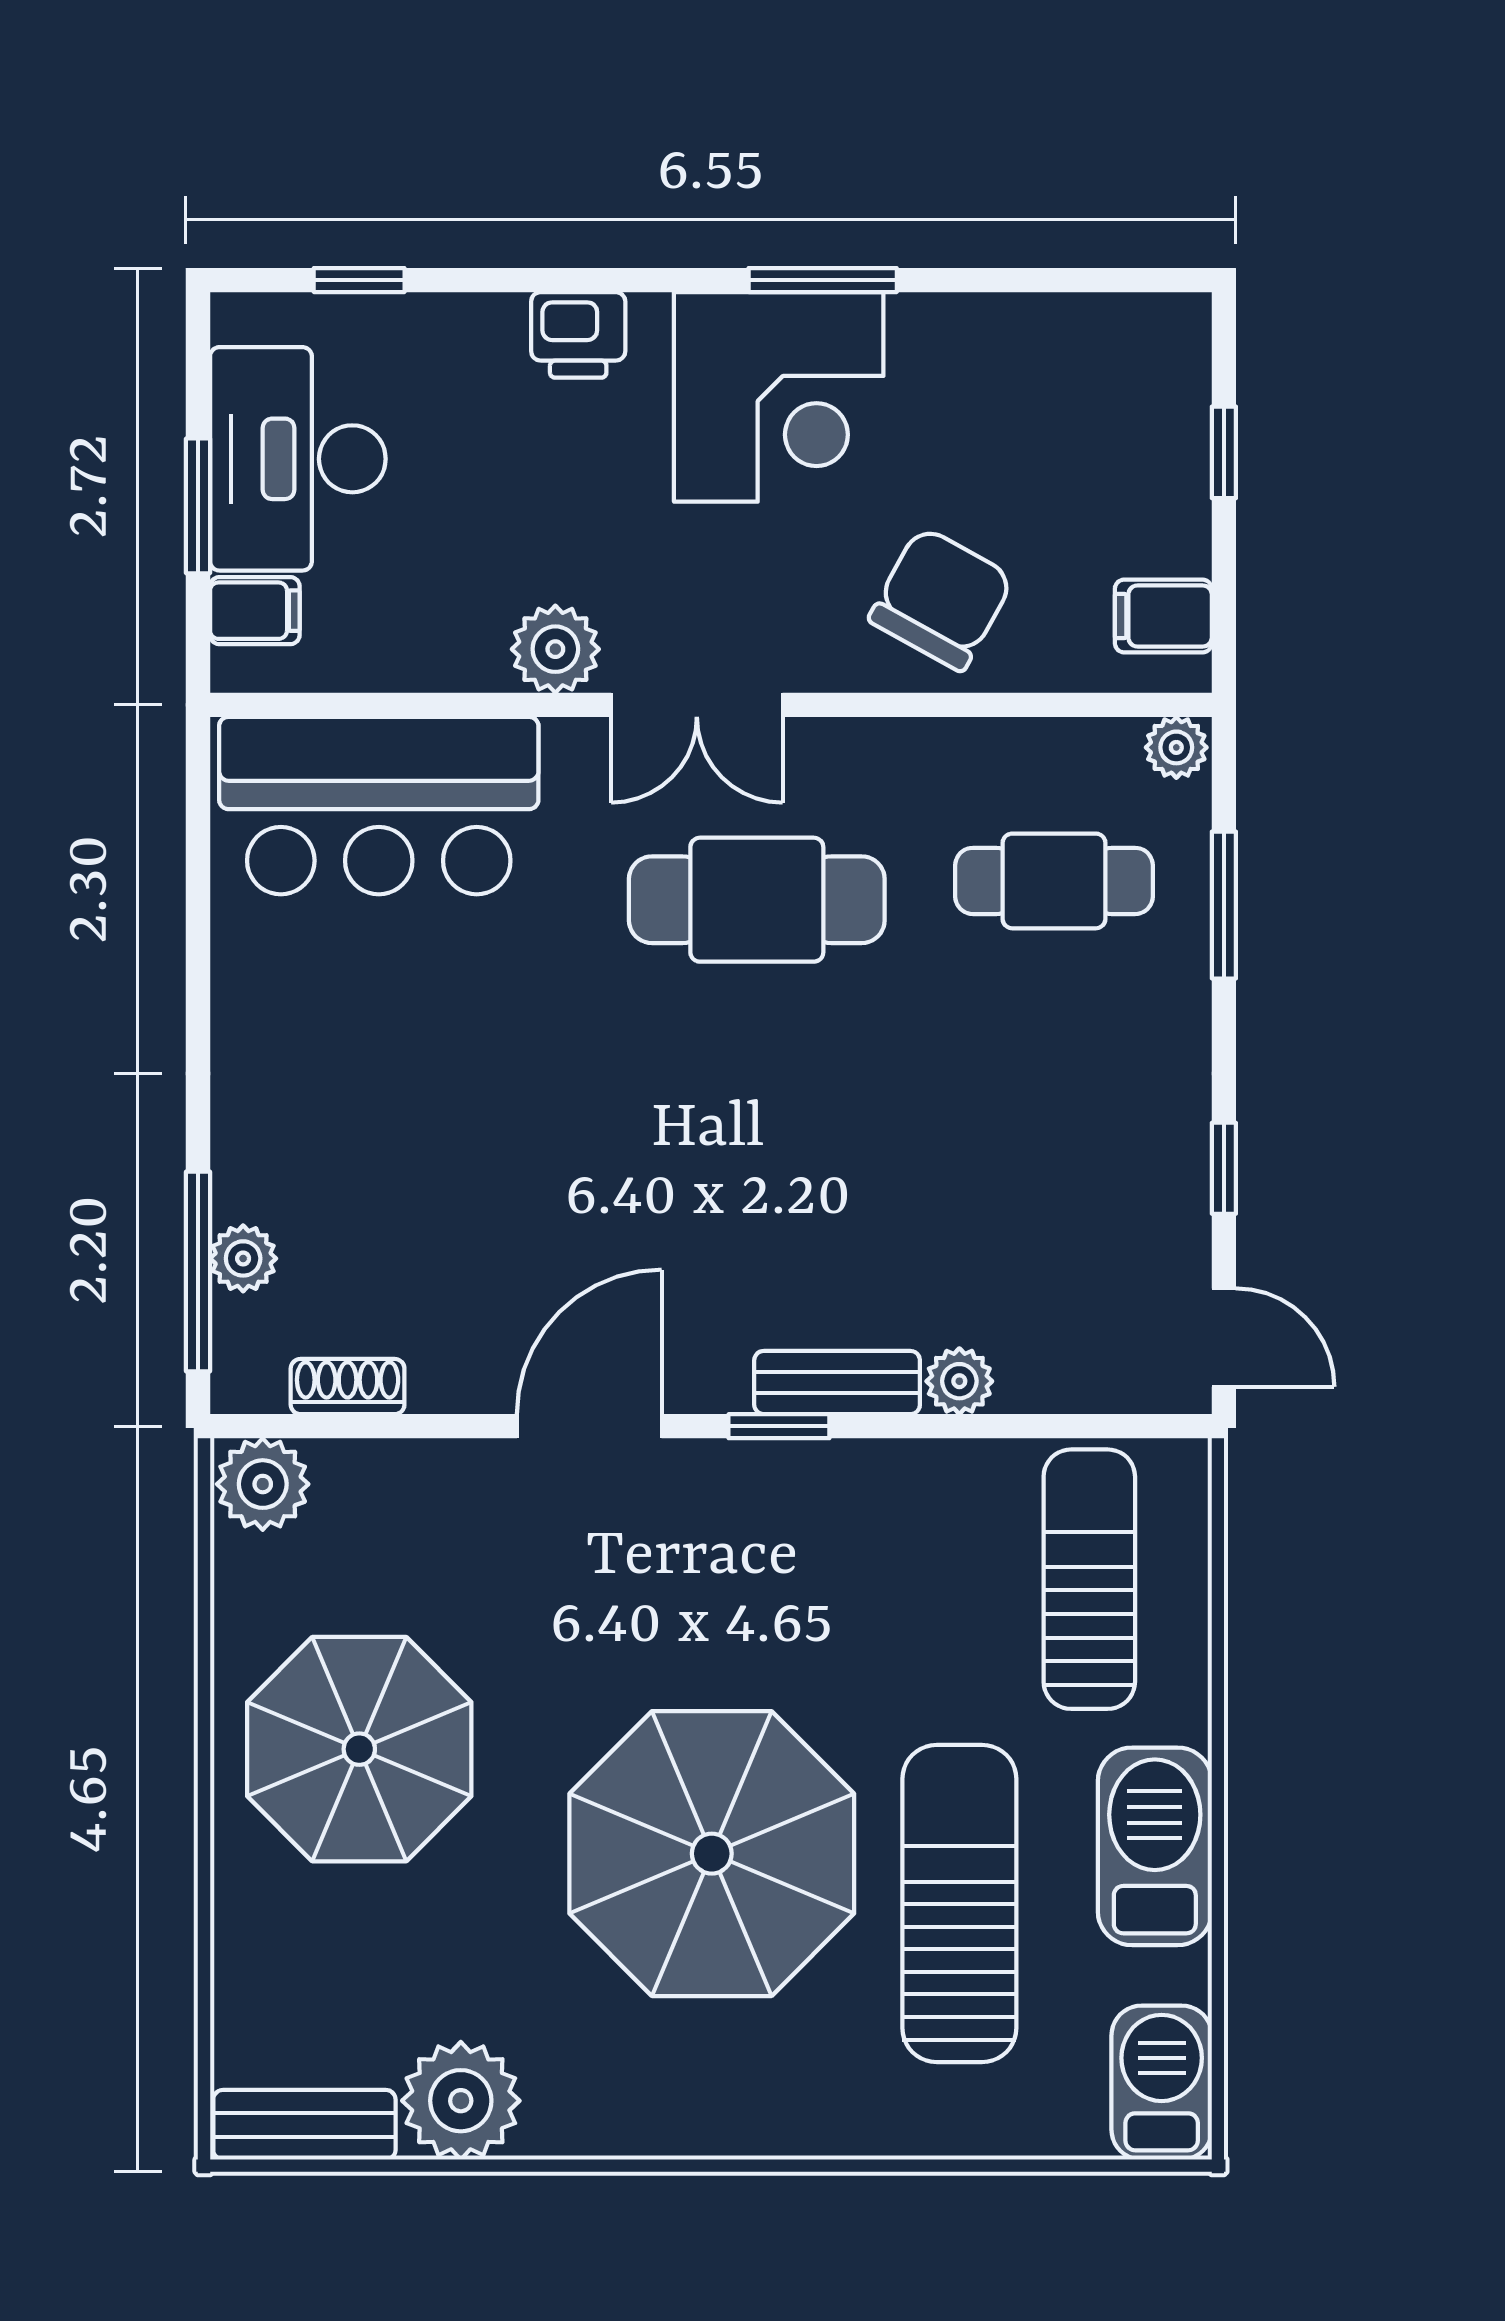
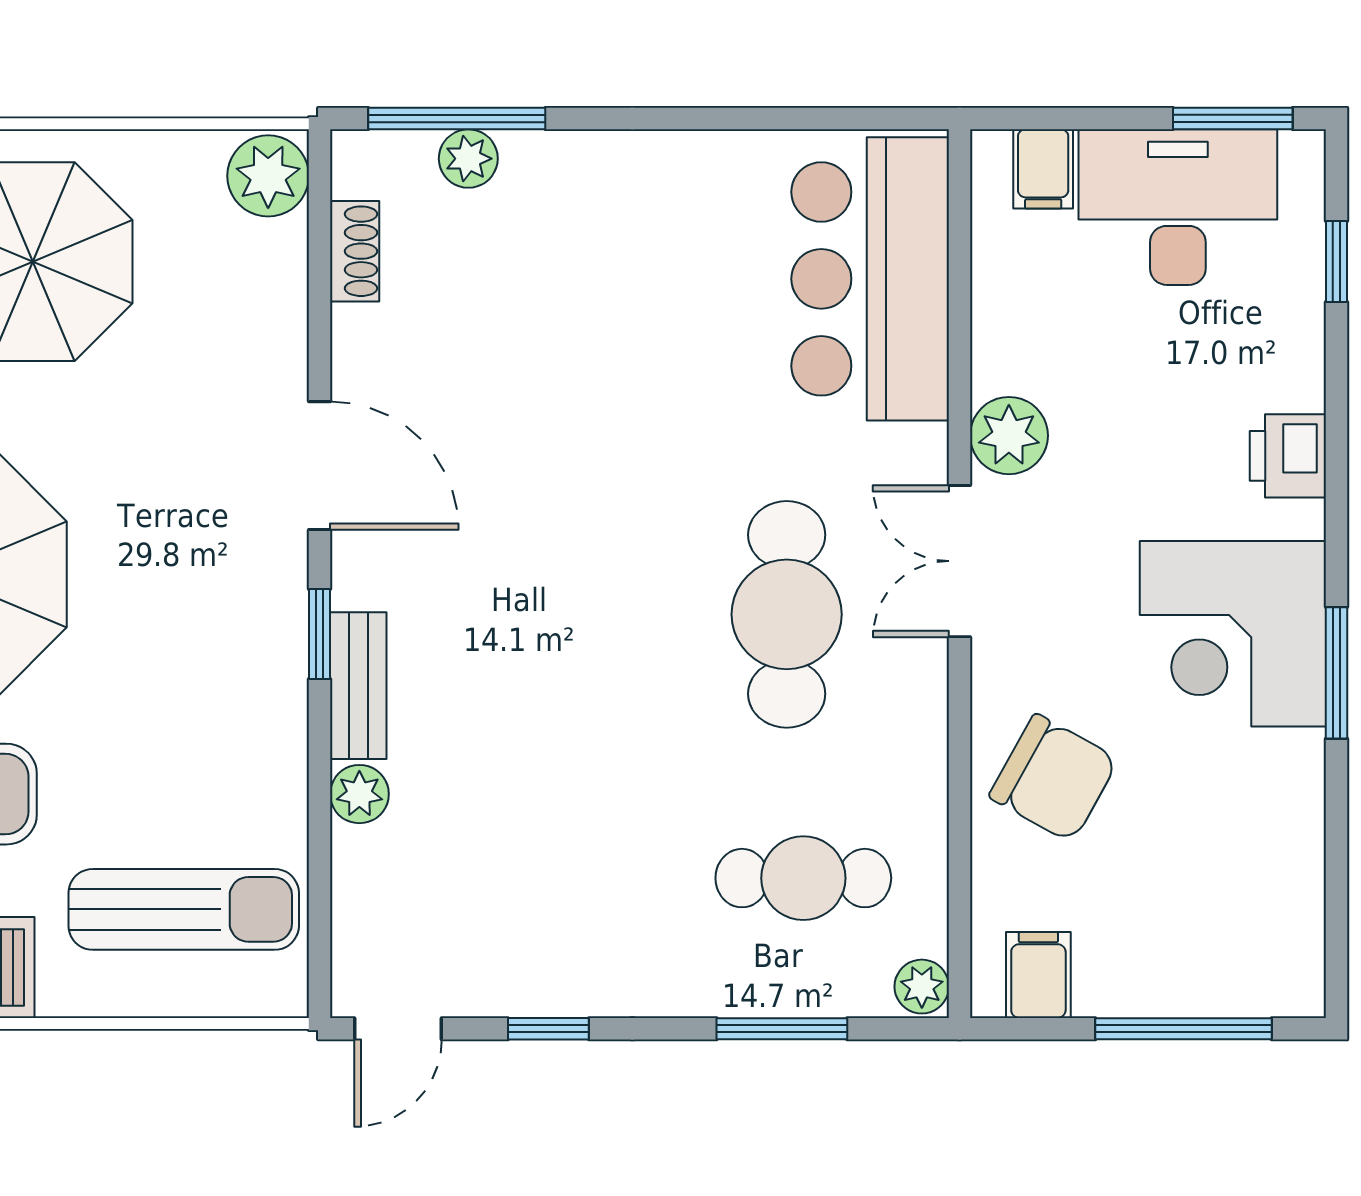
window: (1224, 452) -> (1184, 1029), width x2.17
window: (198, 506) -> (1233, 118), moved
cafe table: (1054, 881) -> (803, 878), turned 90

